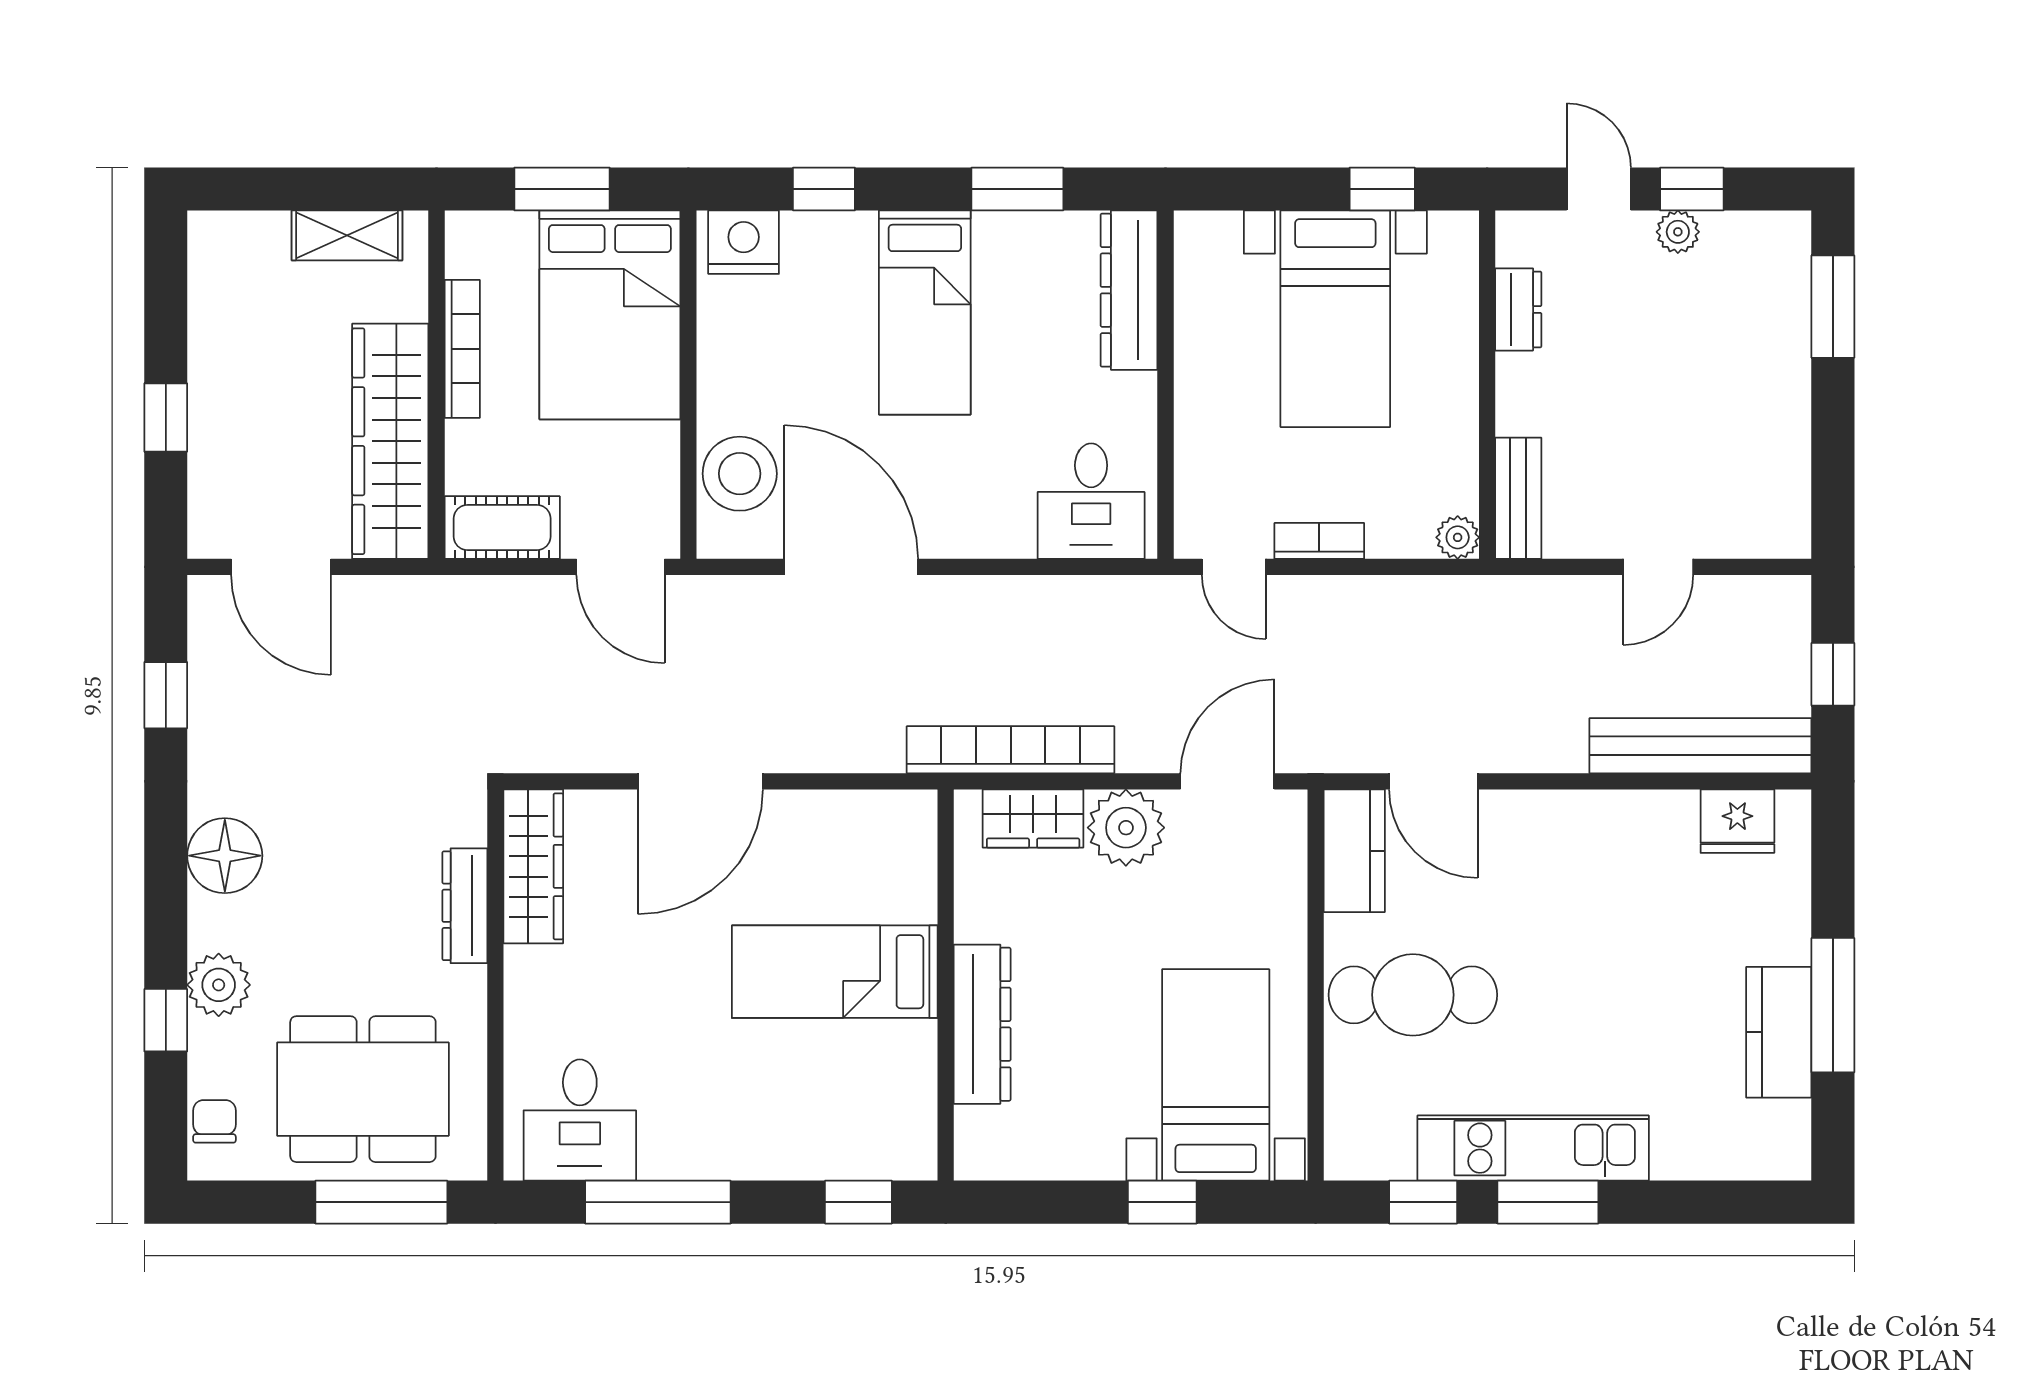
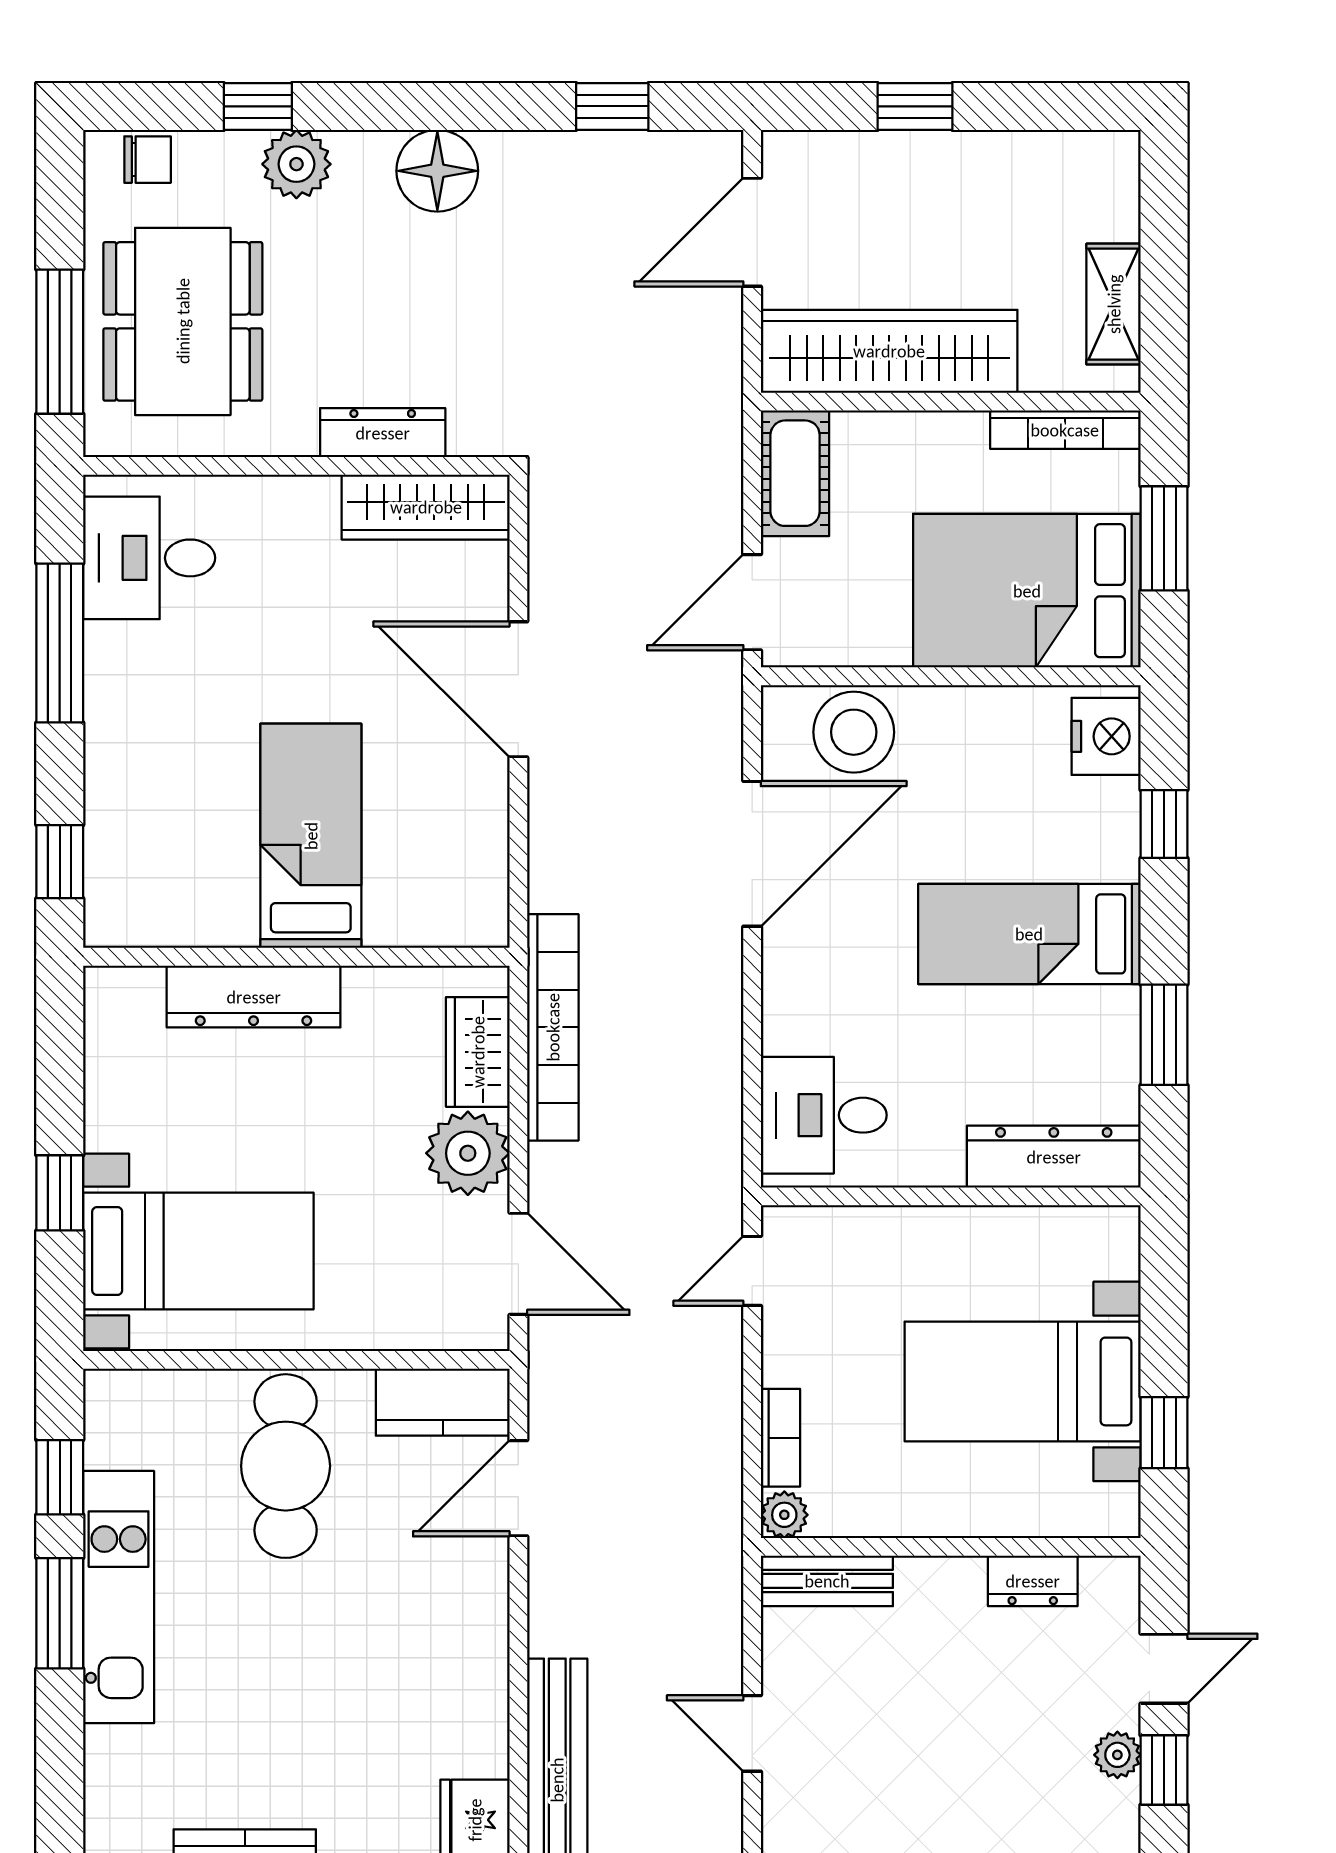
bookcase: (462, 349) -> (1065, 430), moved
bookcase: (1319, 541) -> (780, 1438), moved

